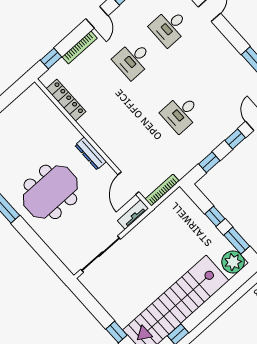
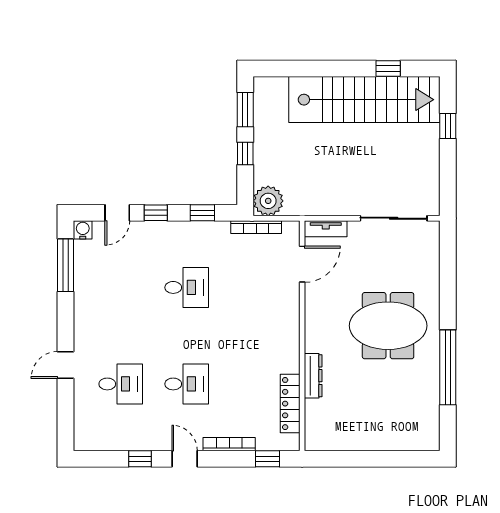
door: (97, 17) -> (185, 459), hinge flipped
dresser: (91, 153) -> (313, 376), moved
bookcase: (162, 190) -> (256, 227), moved
plant: (233, 262) -> (268, 201), moved

